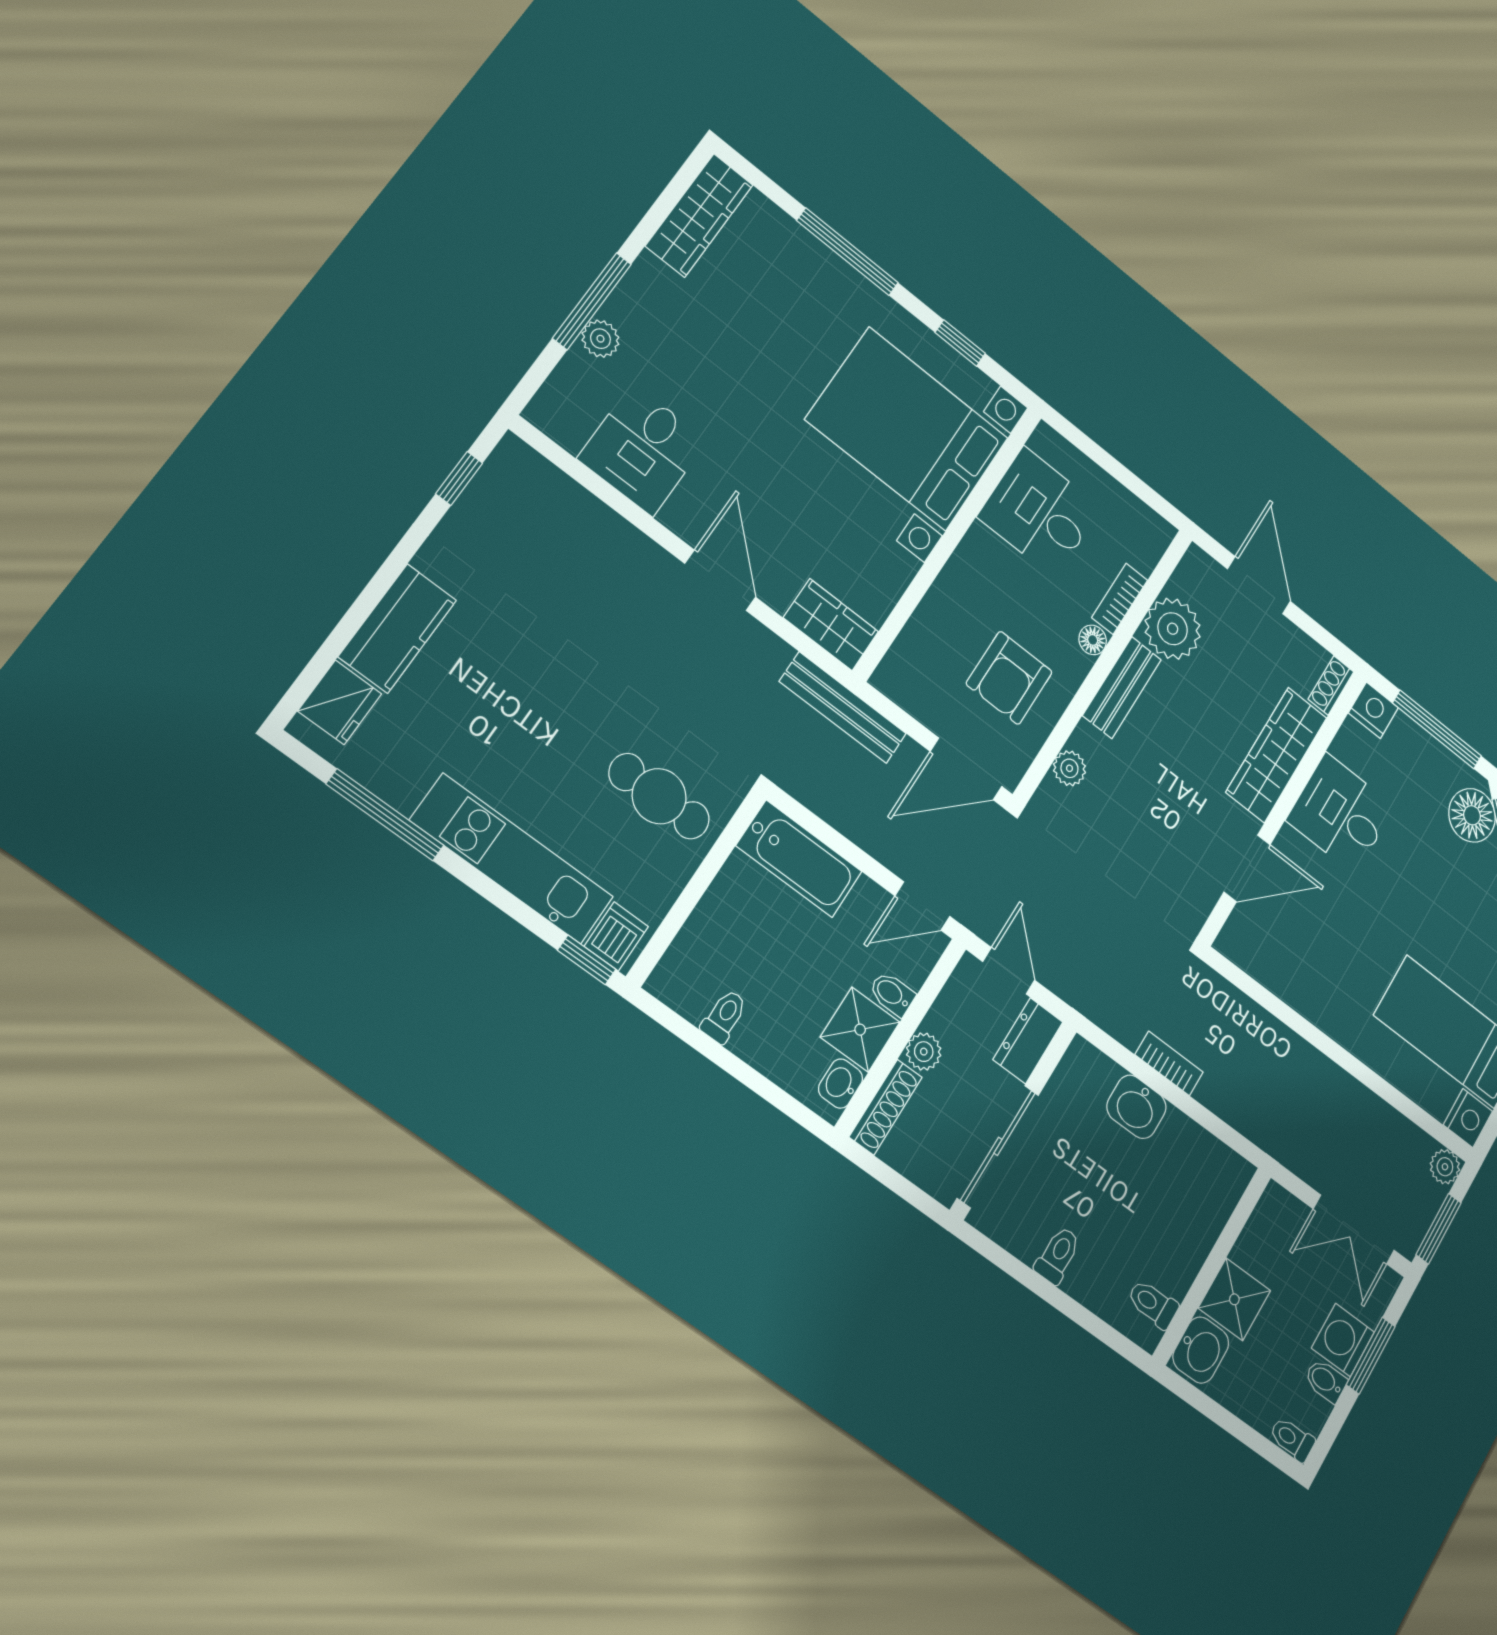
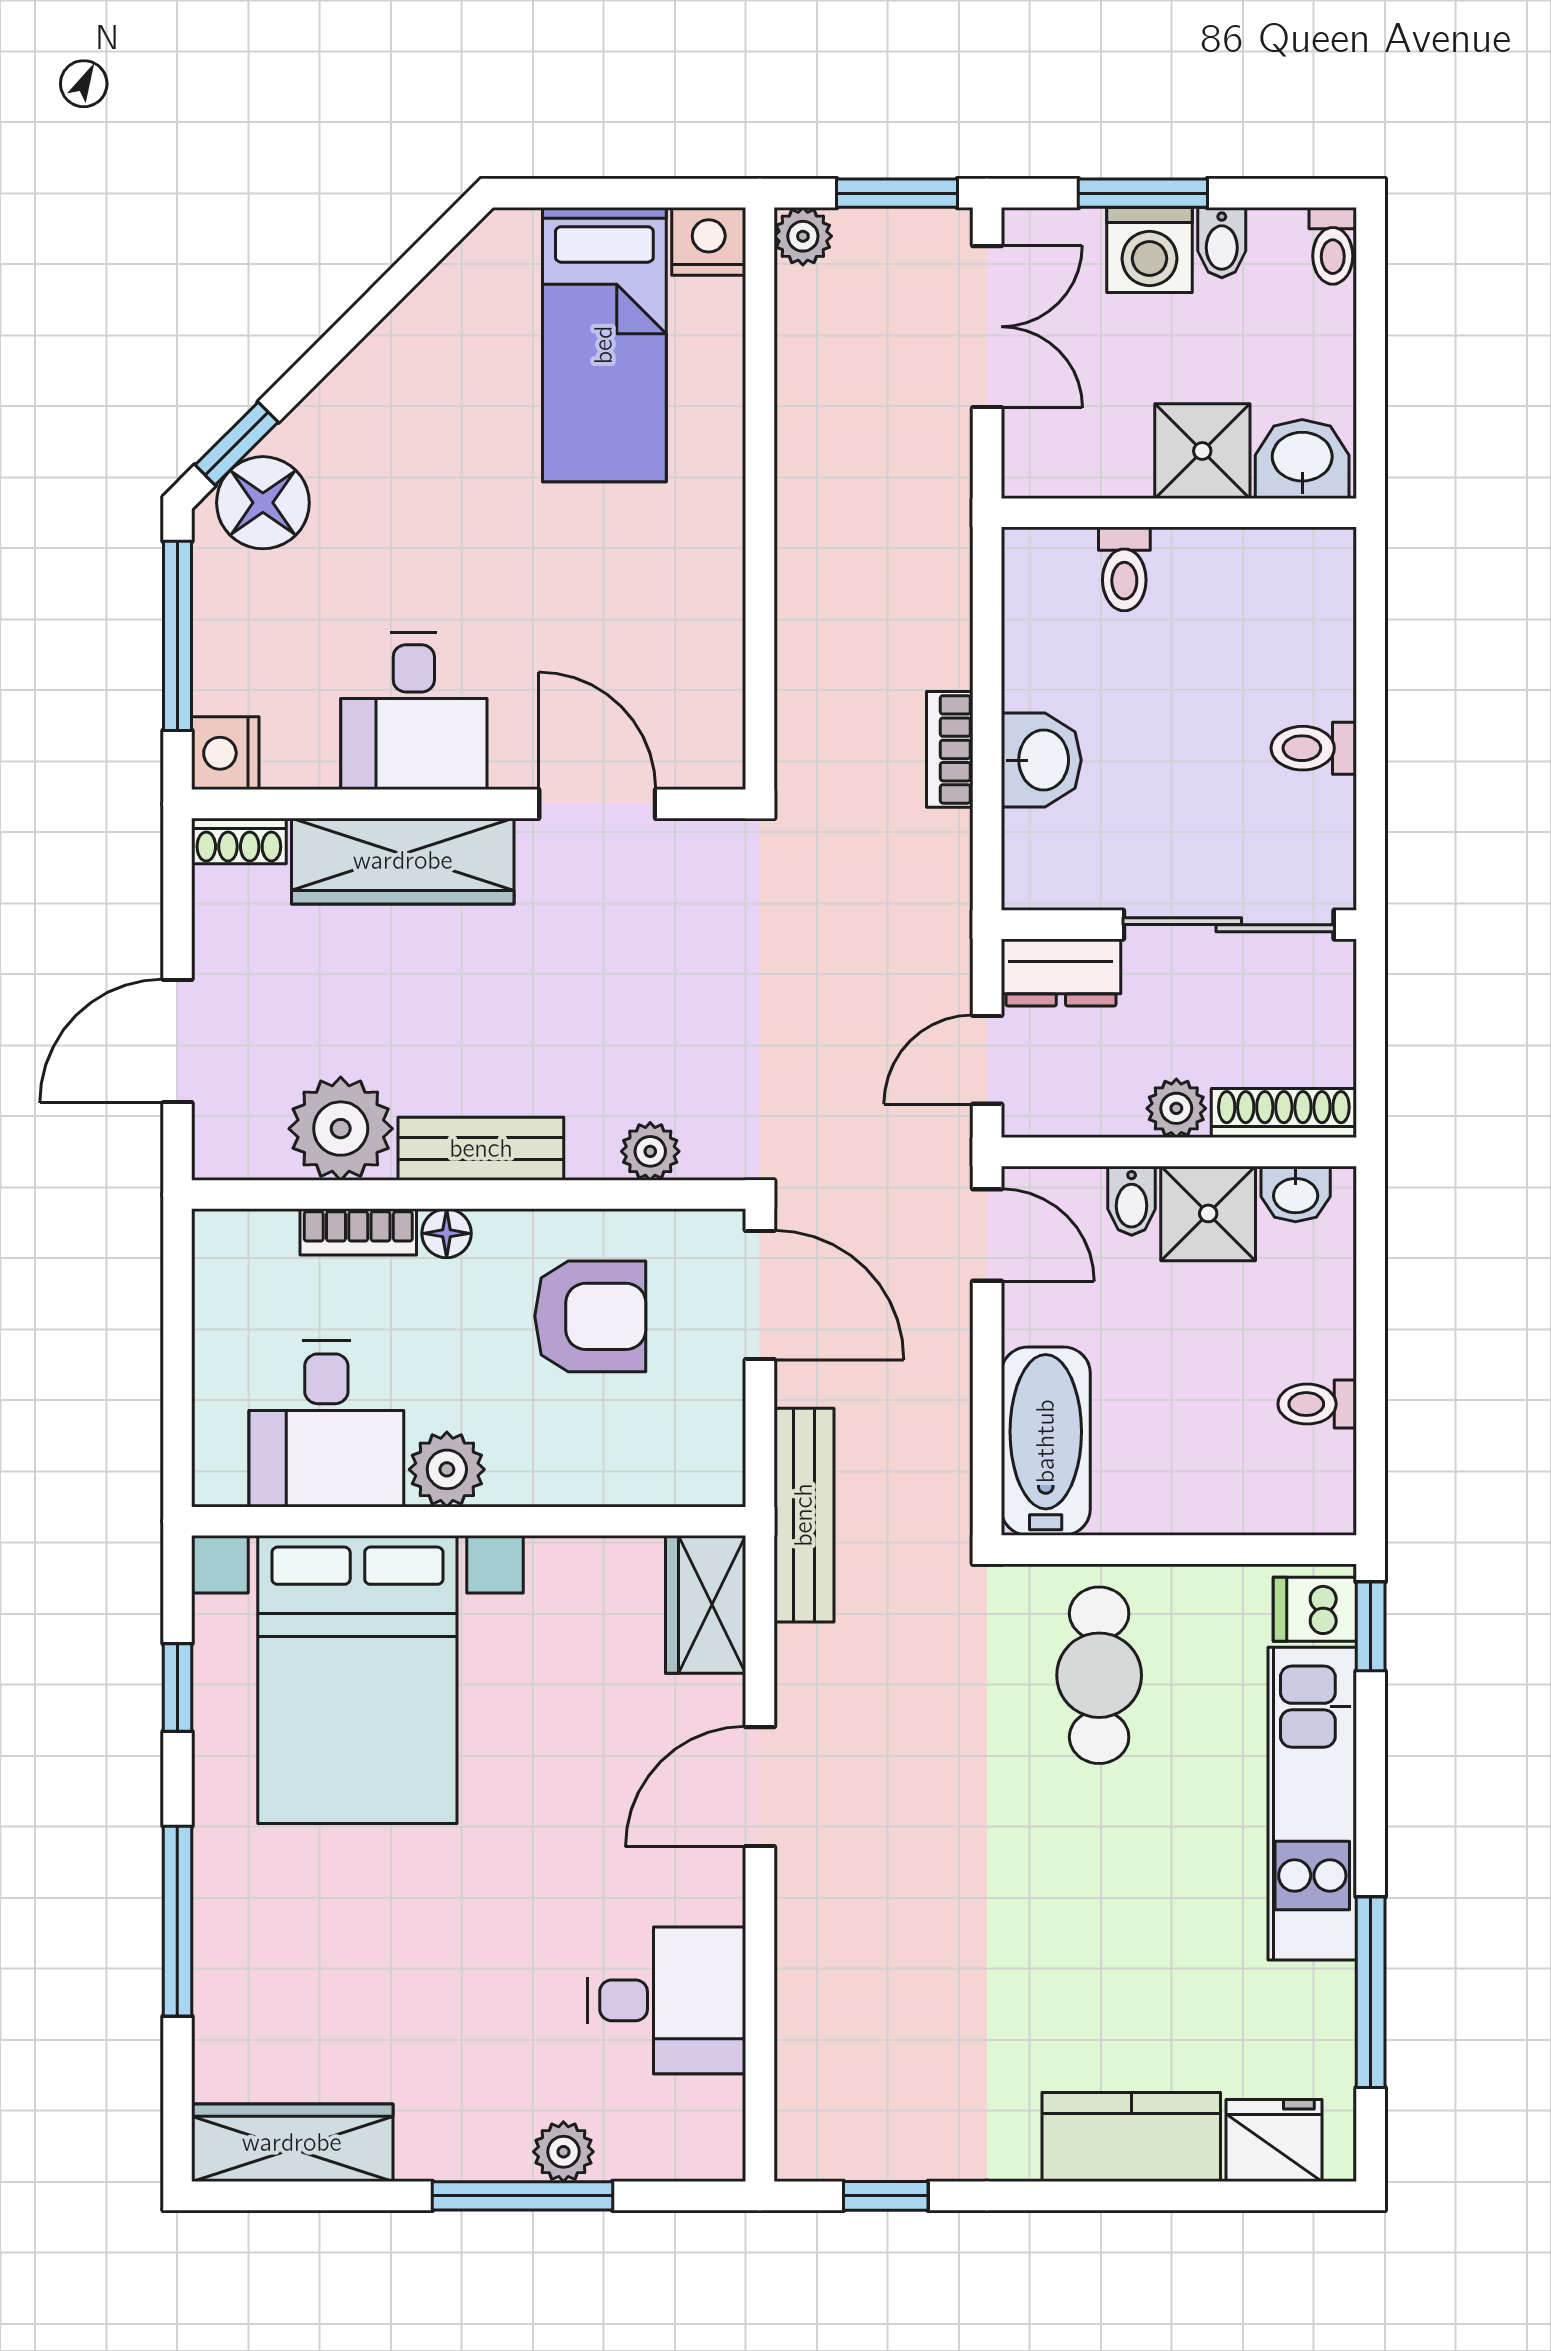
plant: (980, 551) -> (447, 1469), added
toilet: (1153, 1304) -> (1124, 569), moved

